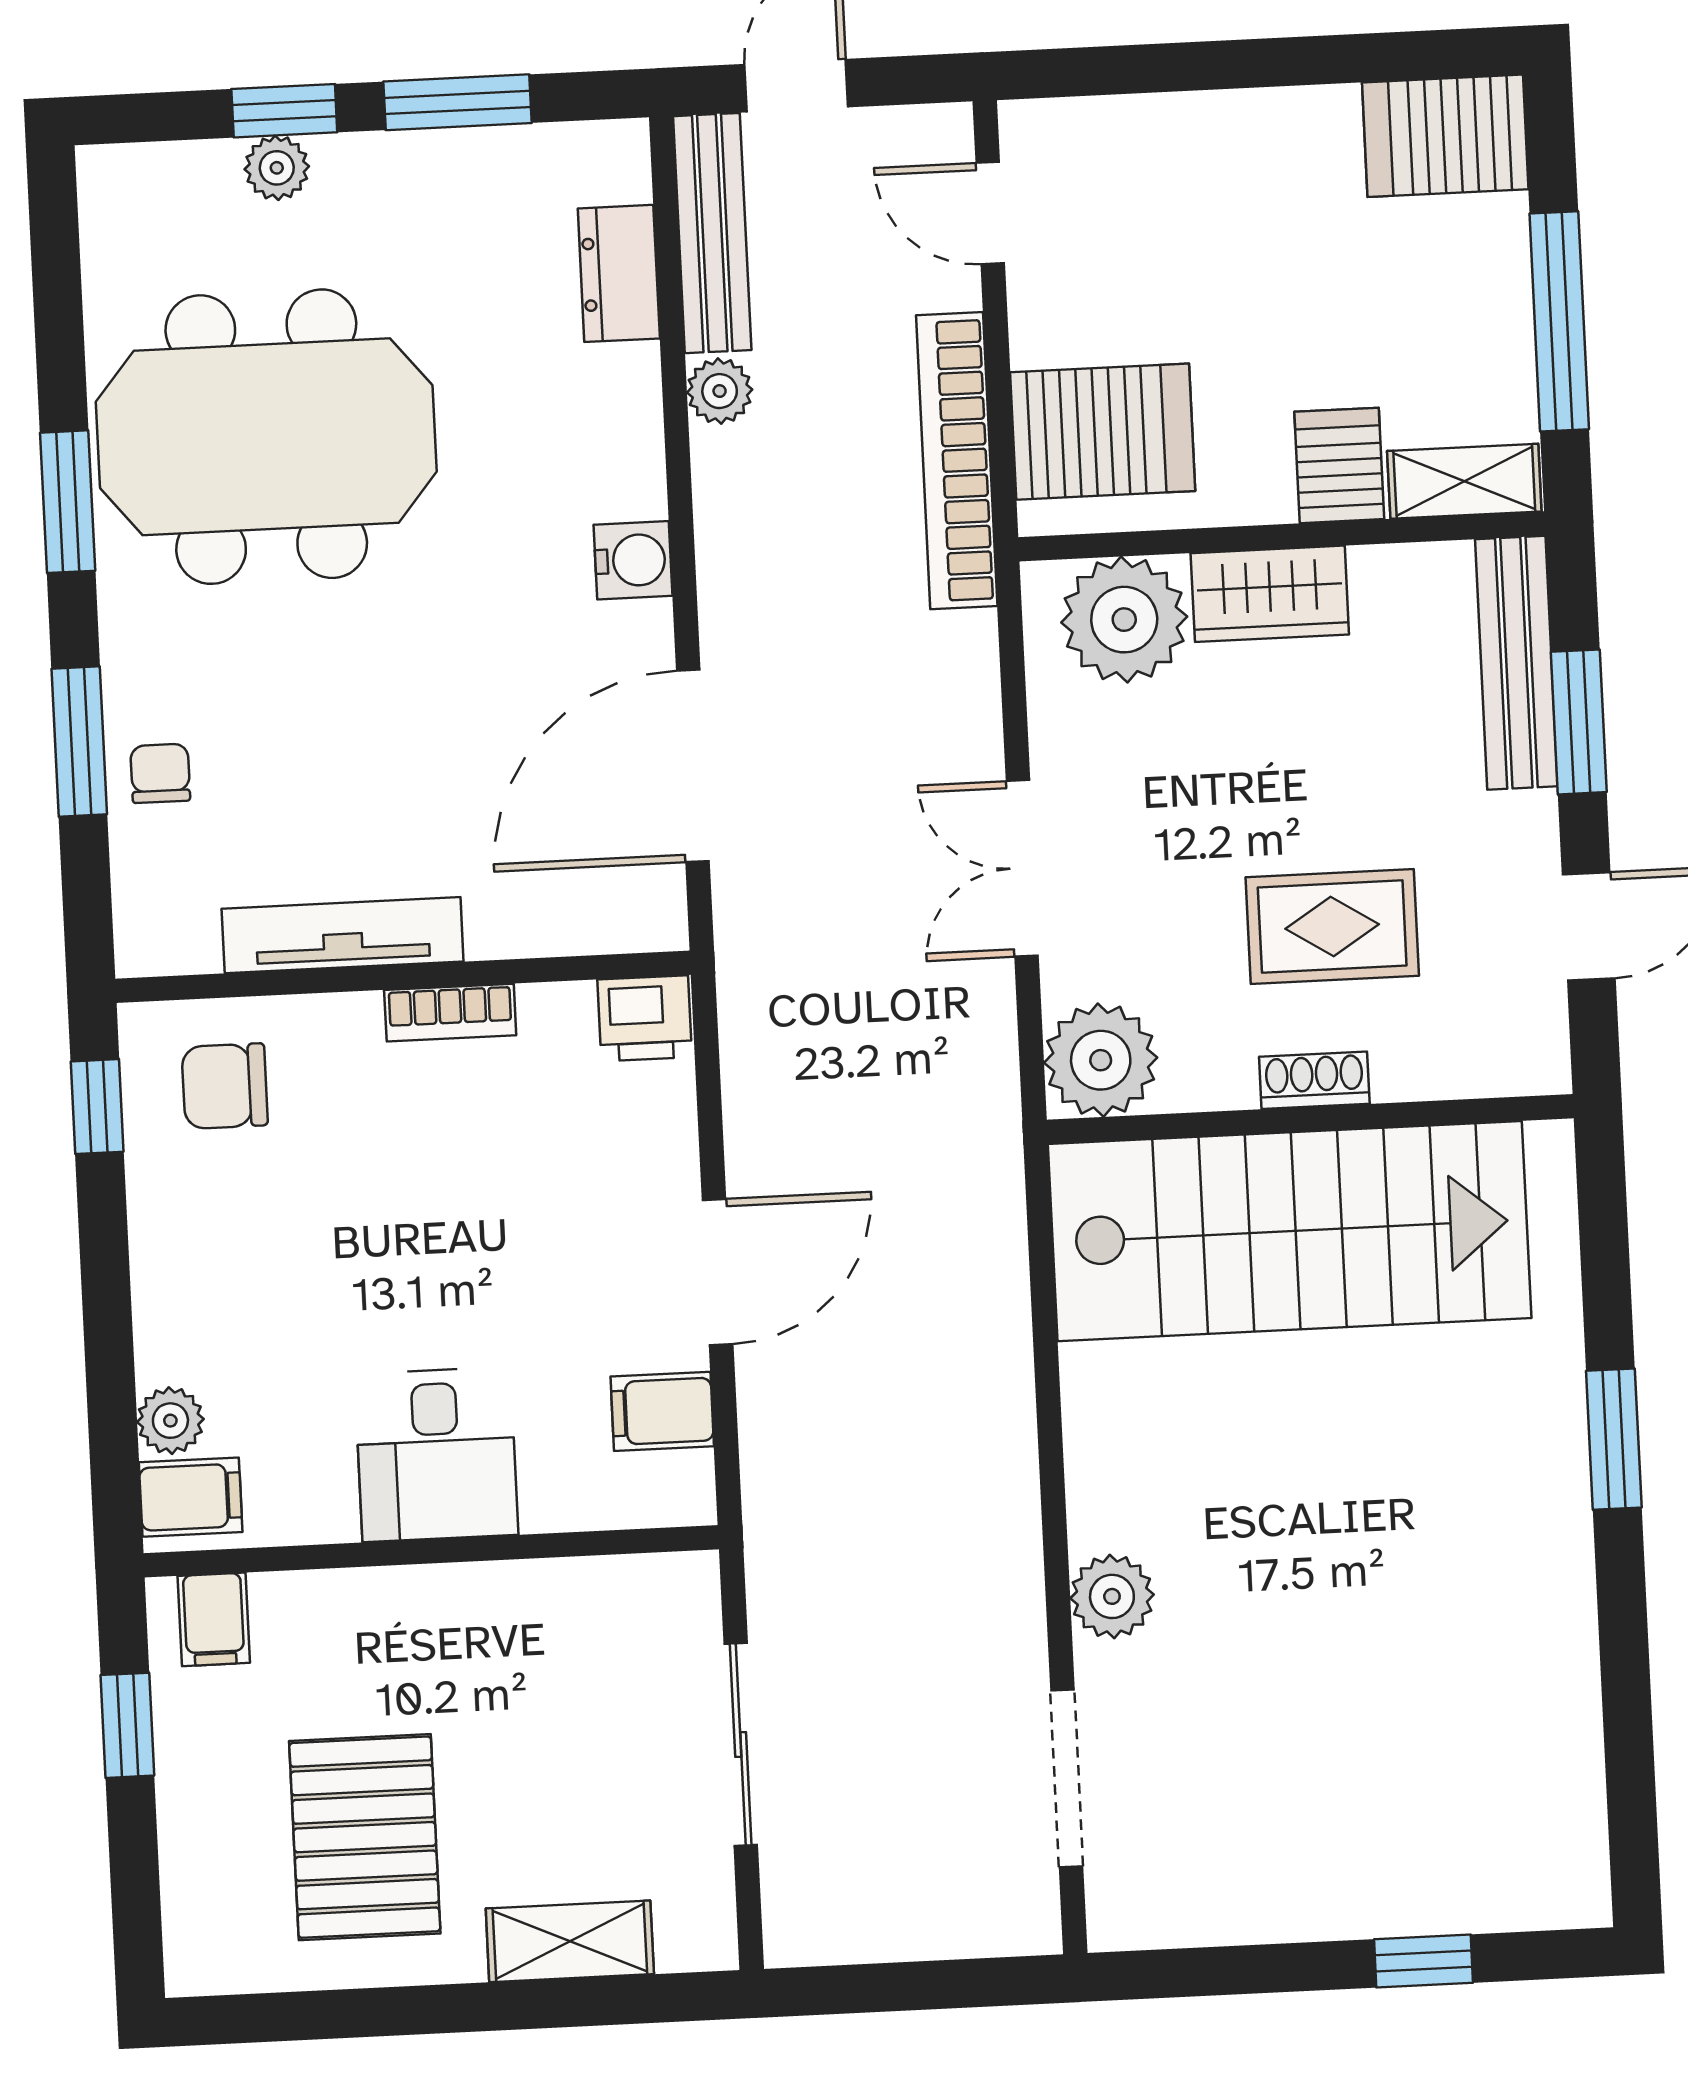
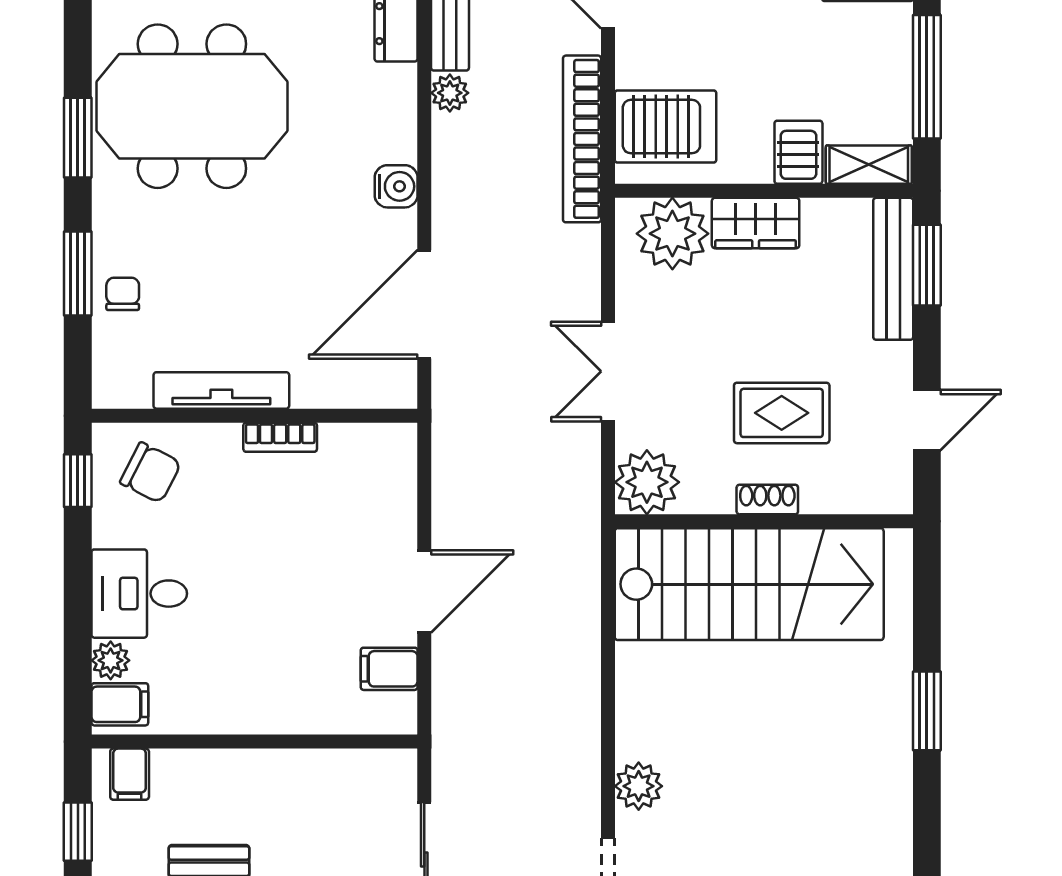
window: (1579, 722) -> (927, 265), moved
printer: (645, 1018) -> (390, 446), removed
chair: (225, 1086) -> (151, 473), turned -153
desk: (436, 1455) -> (139, 594), moved, turned 90

